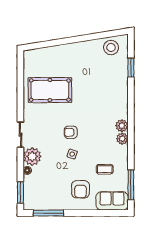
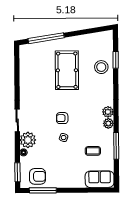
window: (53, 43) -> (46, 38), added
stool: (111, 48) -> (101, 67), moved
pool table: (50, 90) -> (67, 70), moved, turned 90
window: (131, 185) -> (116, 146), moved
armchair: (80, 189) -> (38, 176), moved, turned -90

